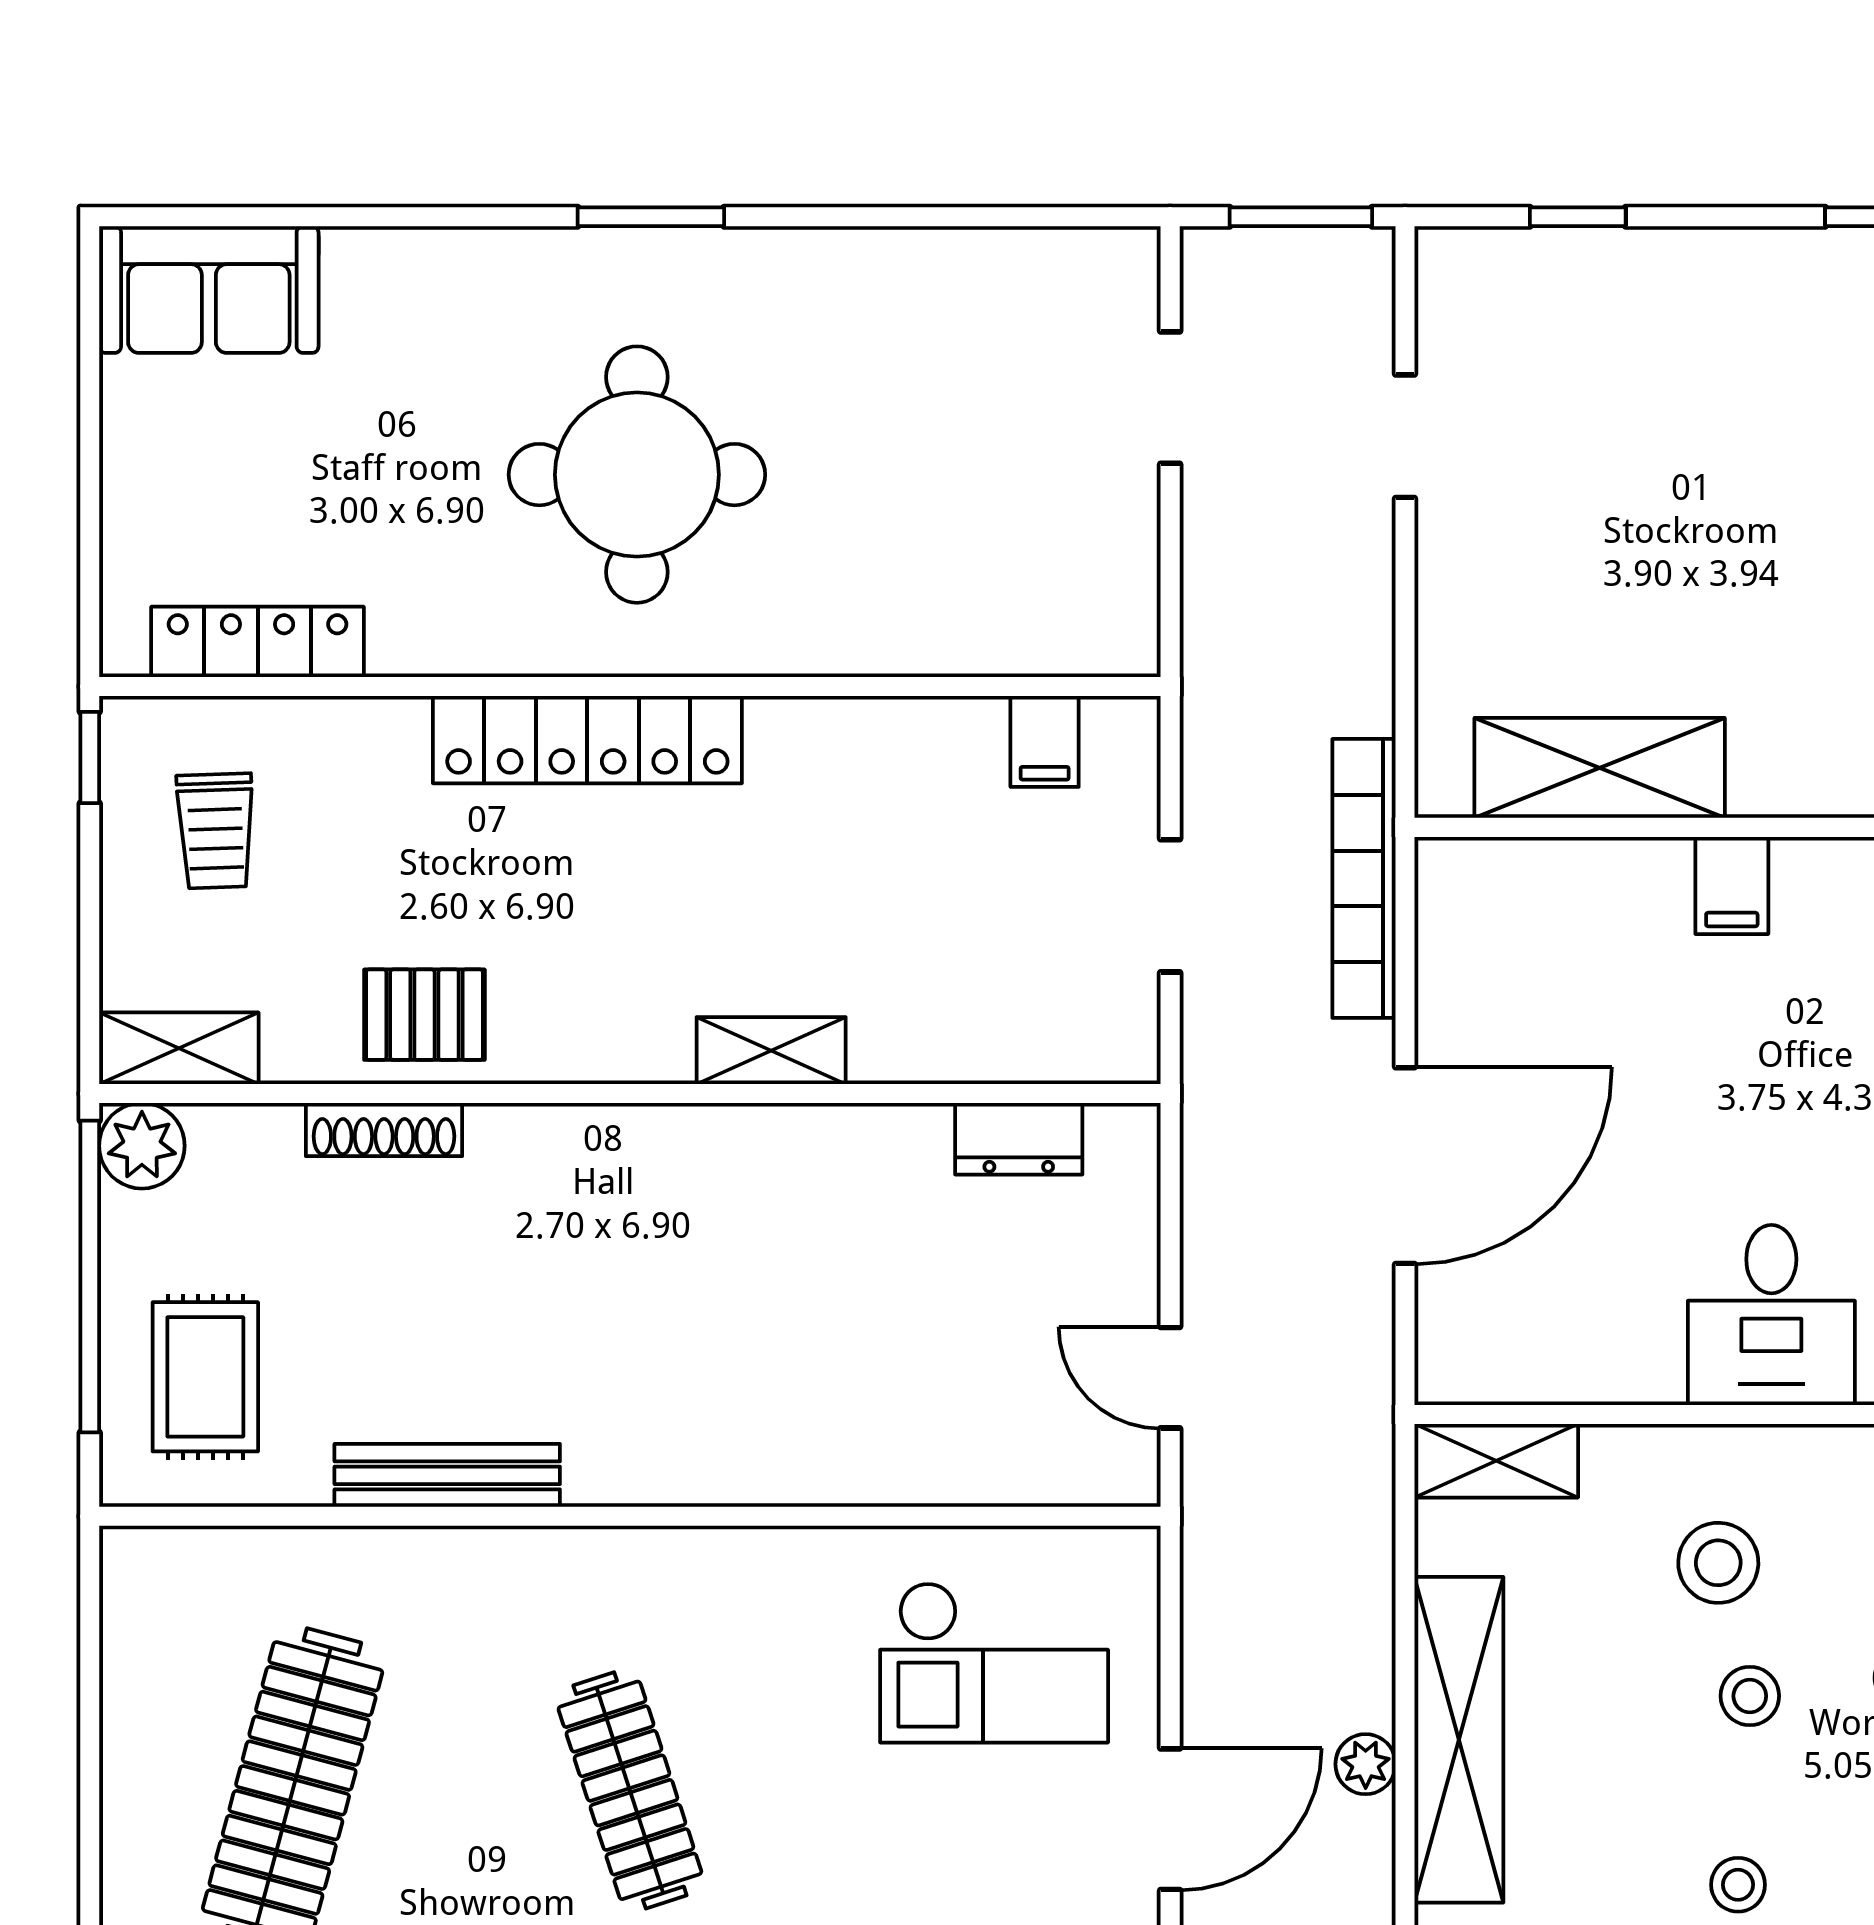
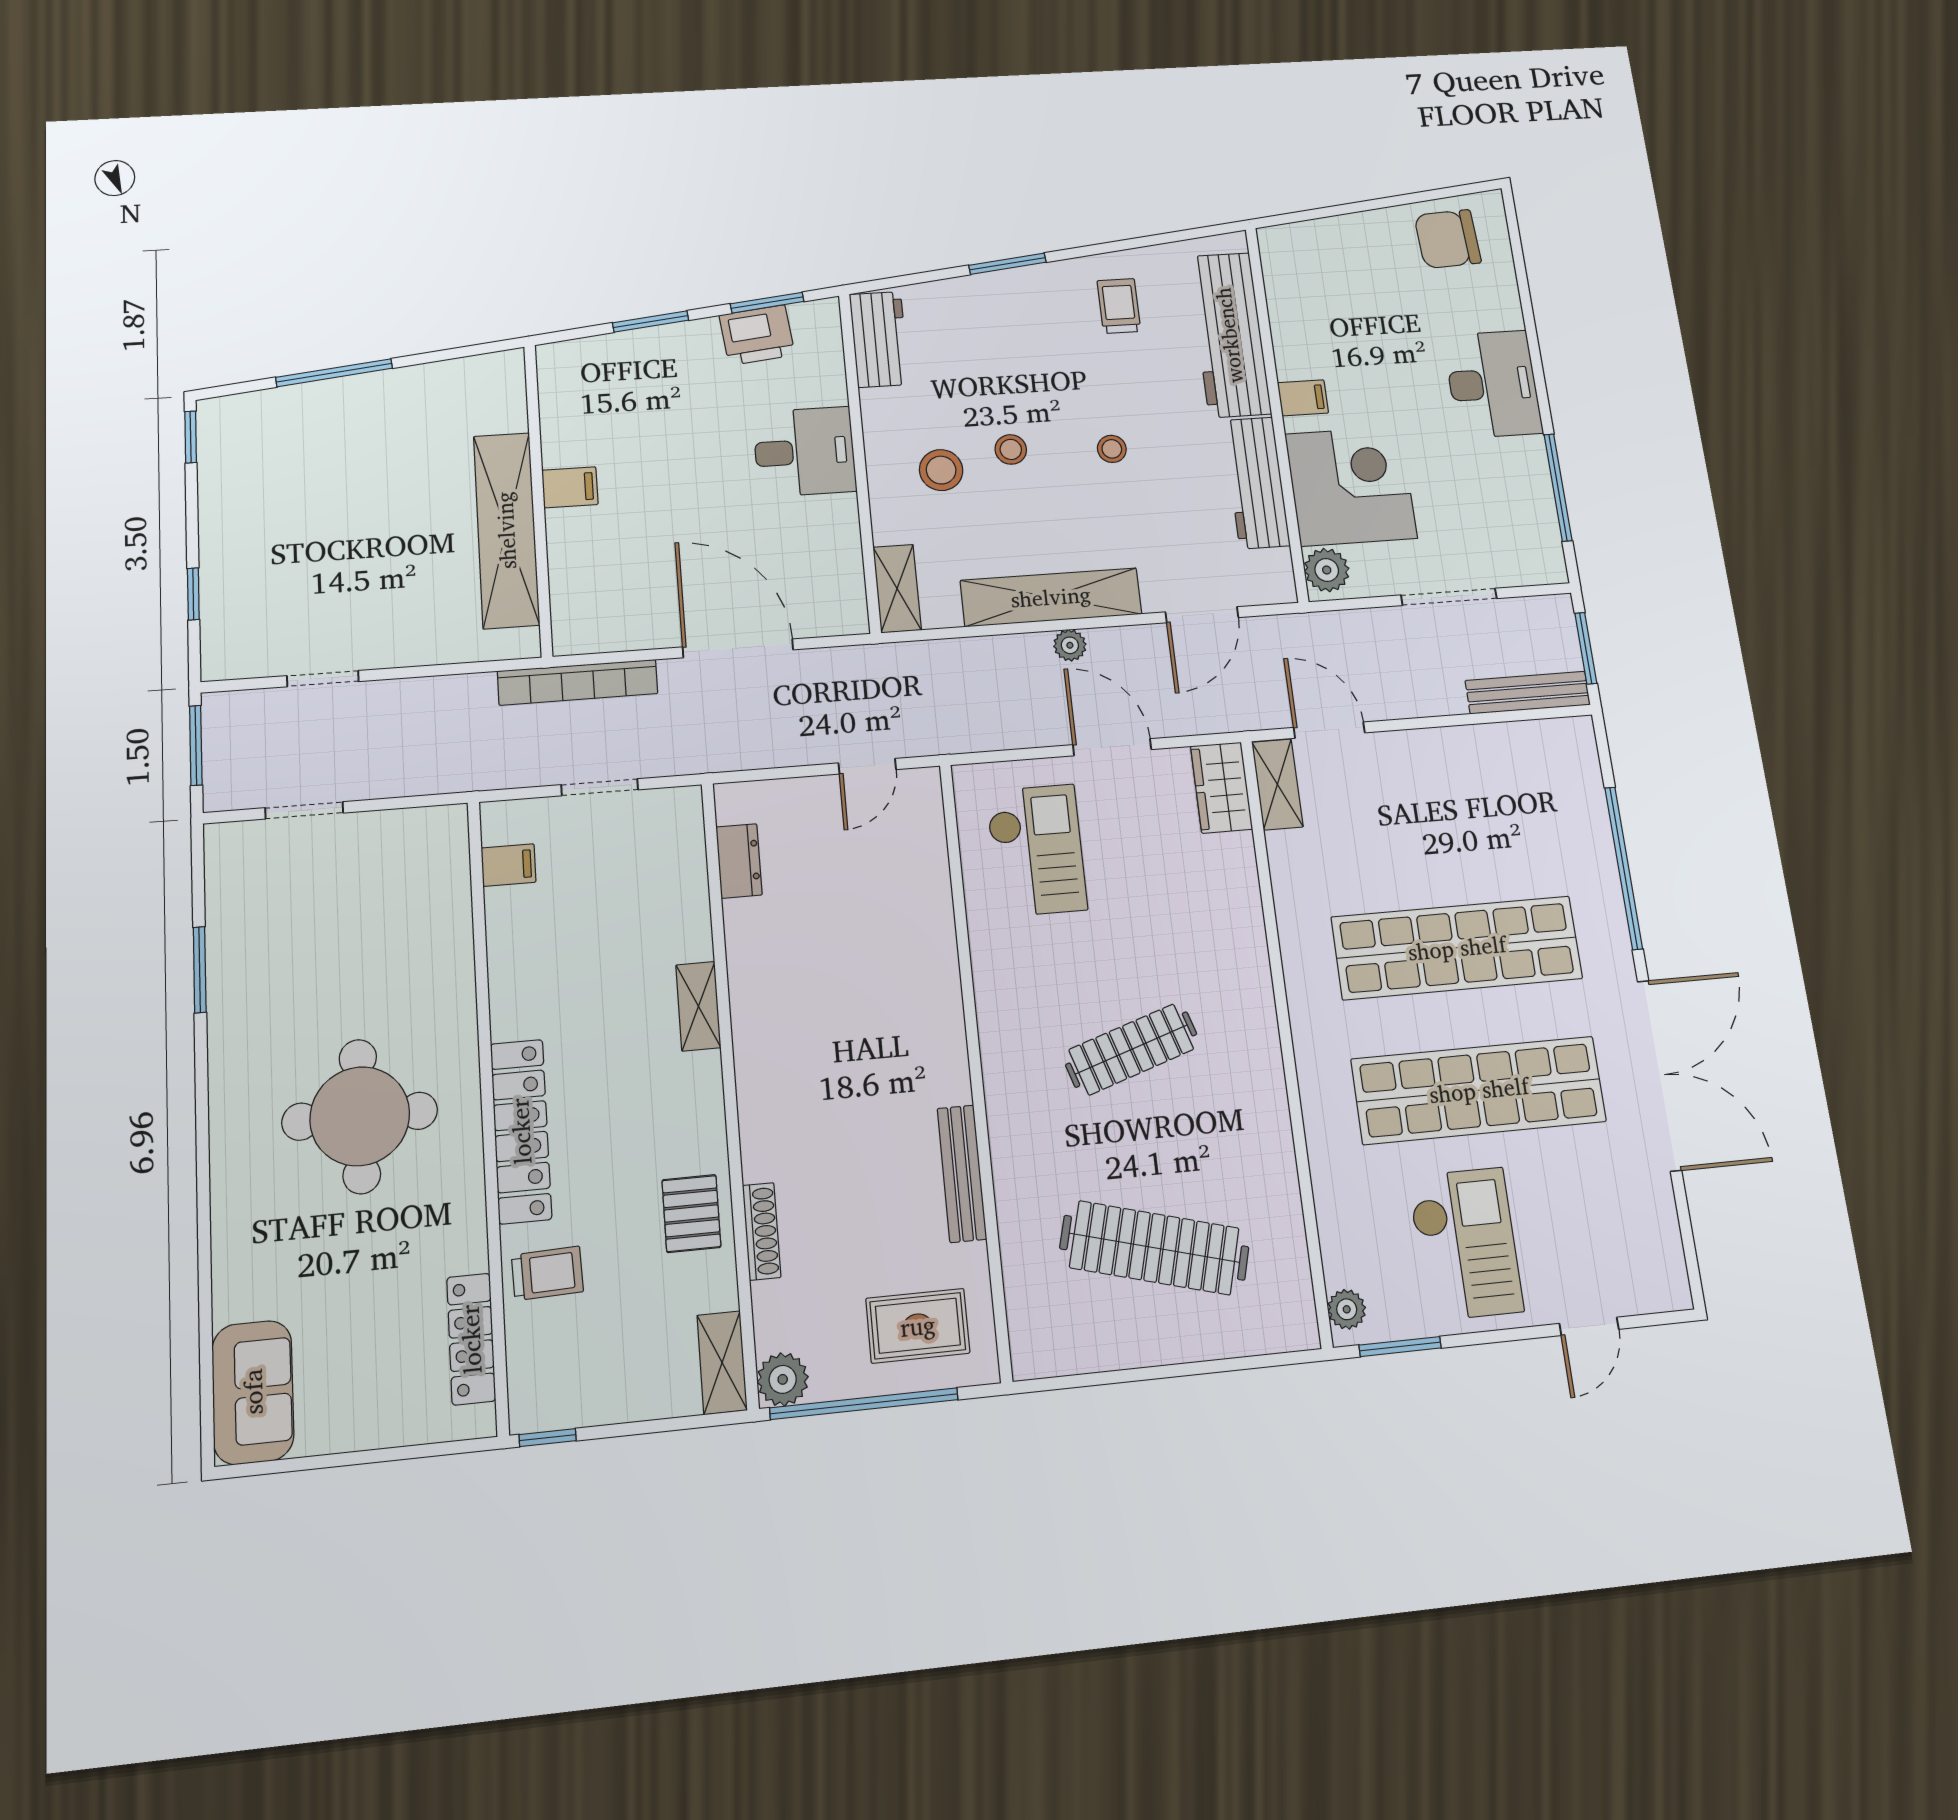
window: (651, 217) -> (200, 970), moved
shelving: (1600, 768) -> (506, 530), width x1.47
trolley: (216, 831) -> (547, 1273), moved

